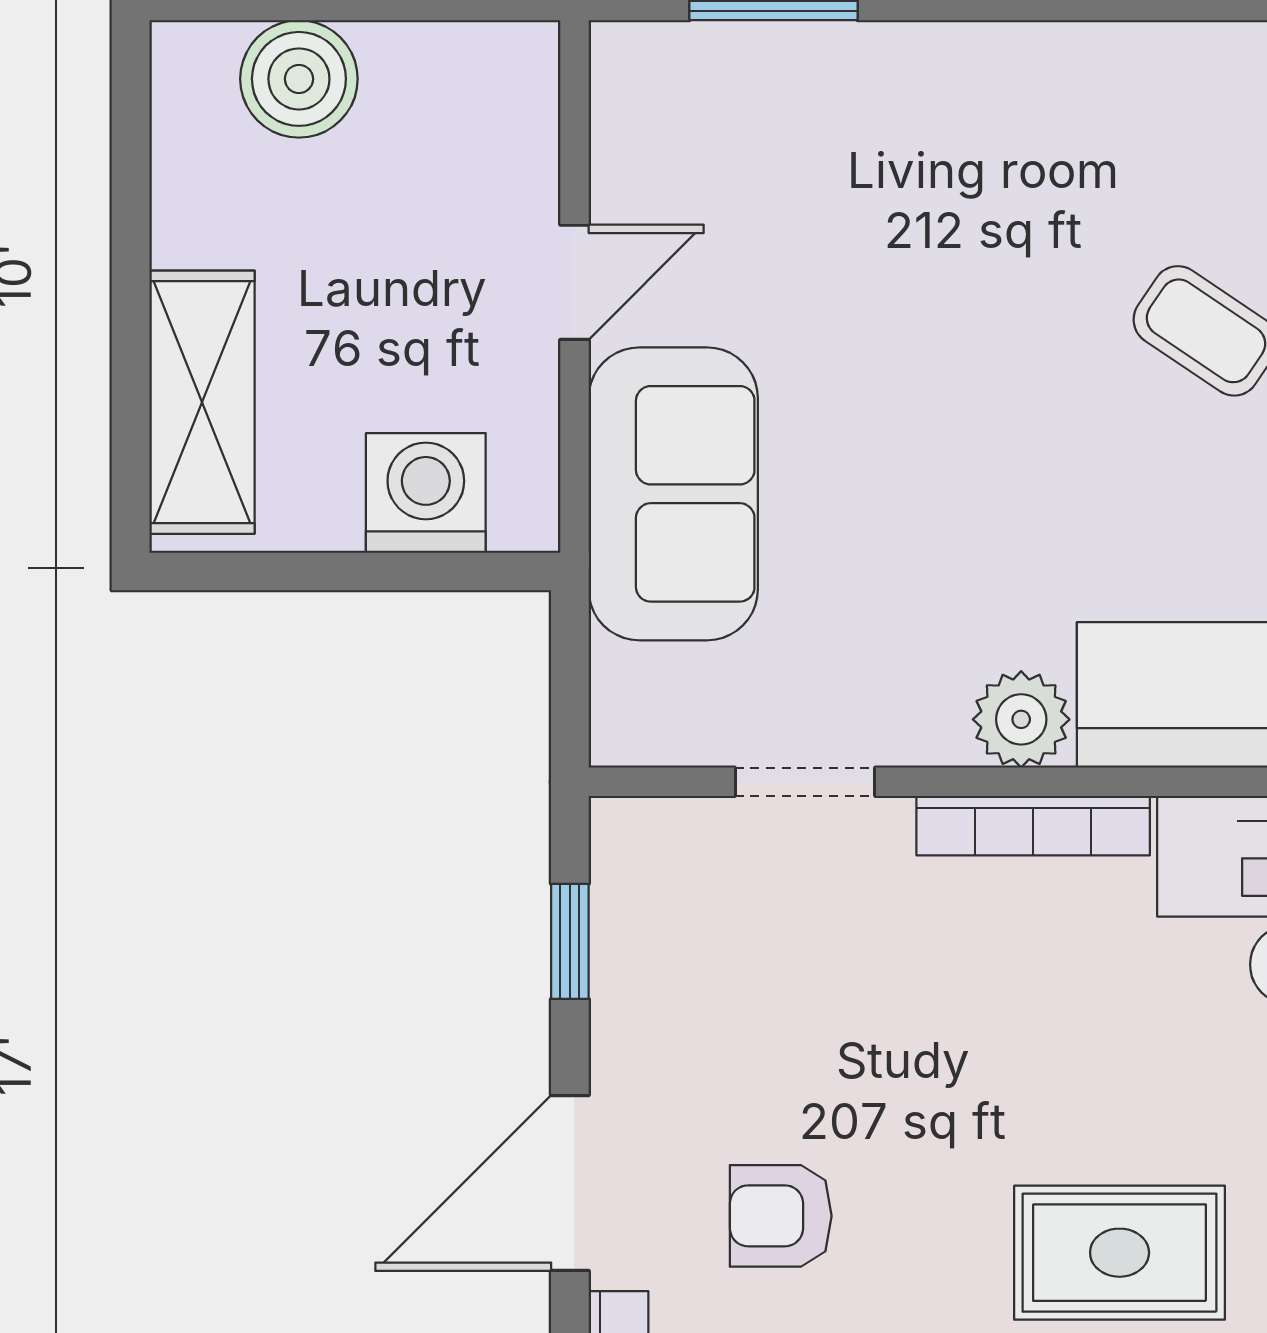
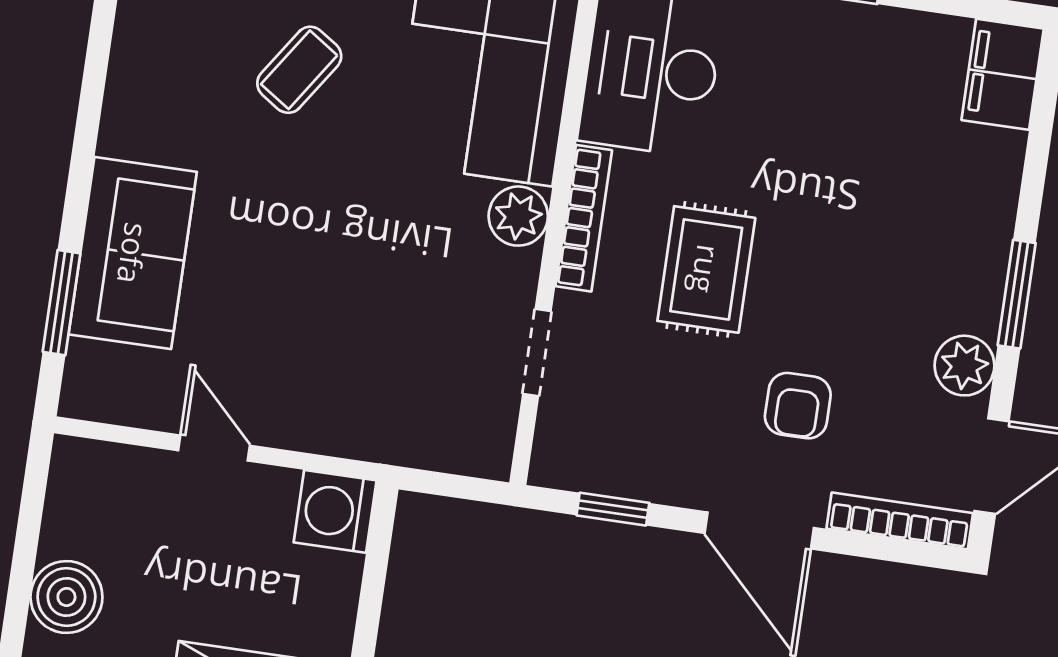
washing machine: (426, 493) -> (335, 511), moved
sofa: (673, 494) -> (133, 253), moved, turned 90
rug: (1120, 1253) -> (706, 269), moved

